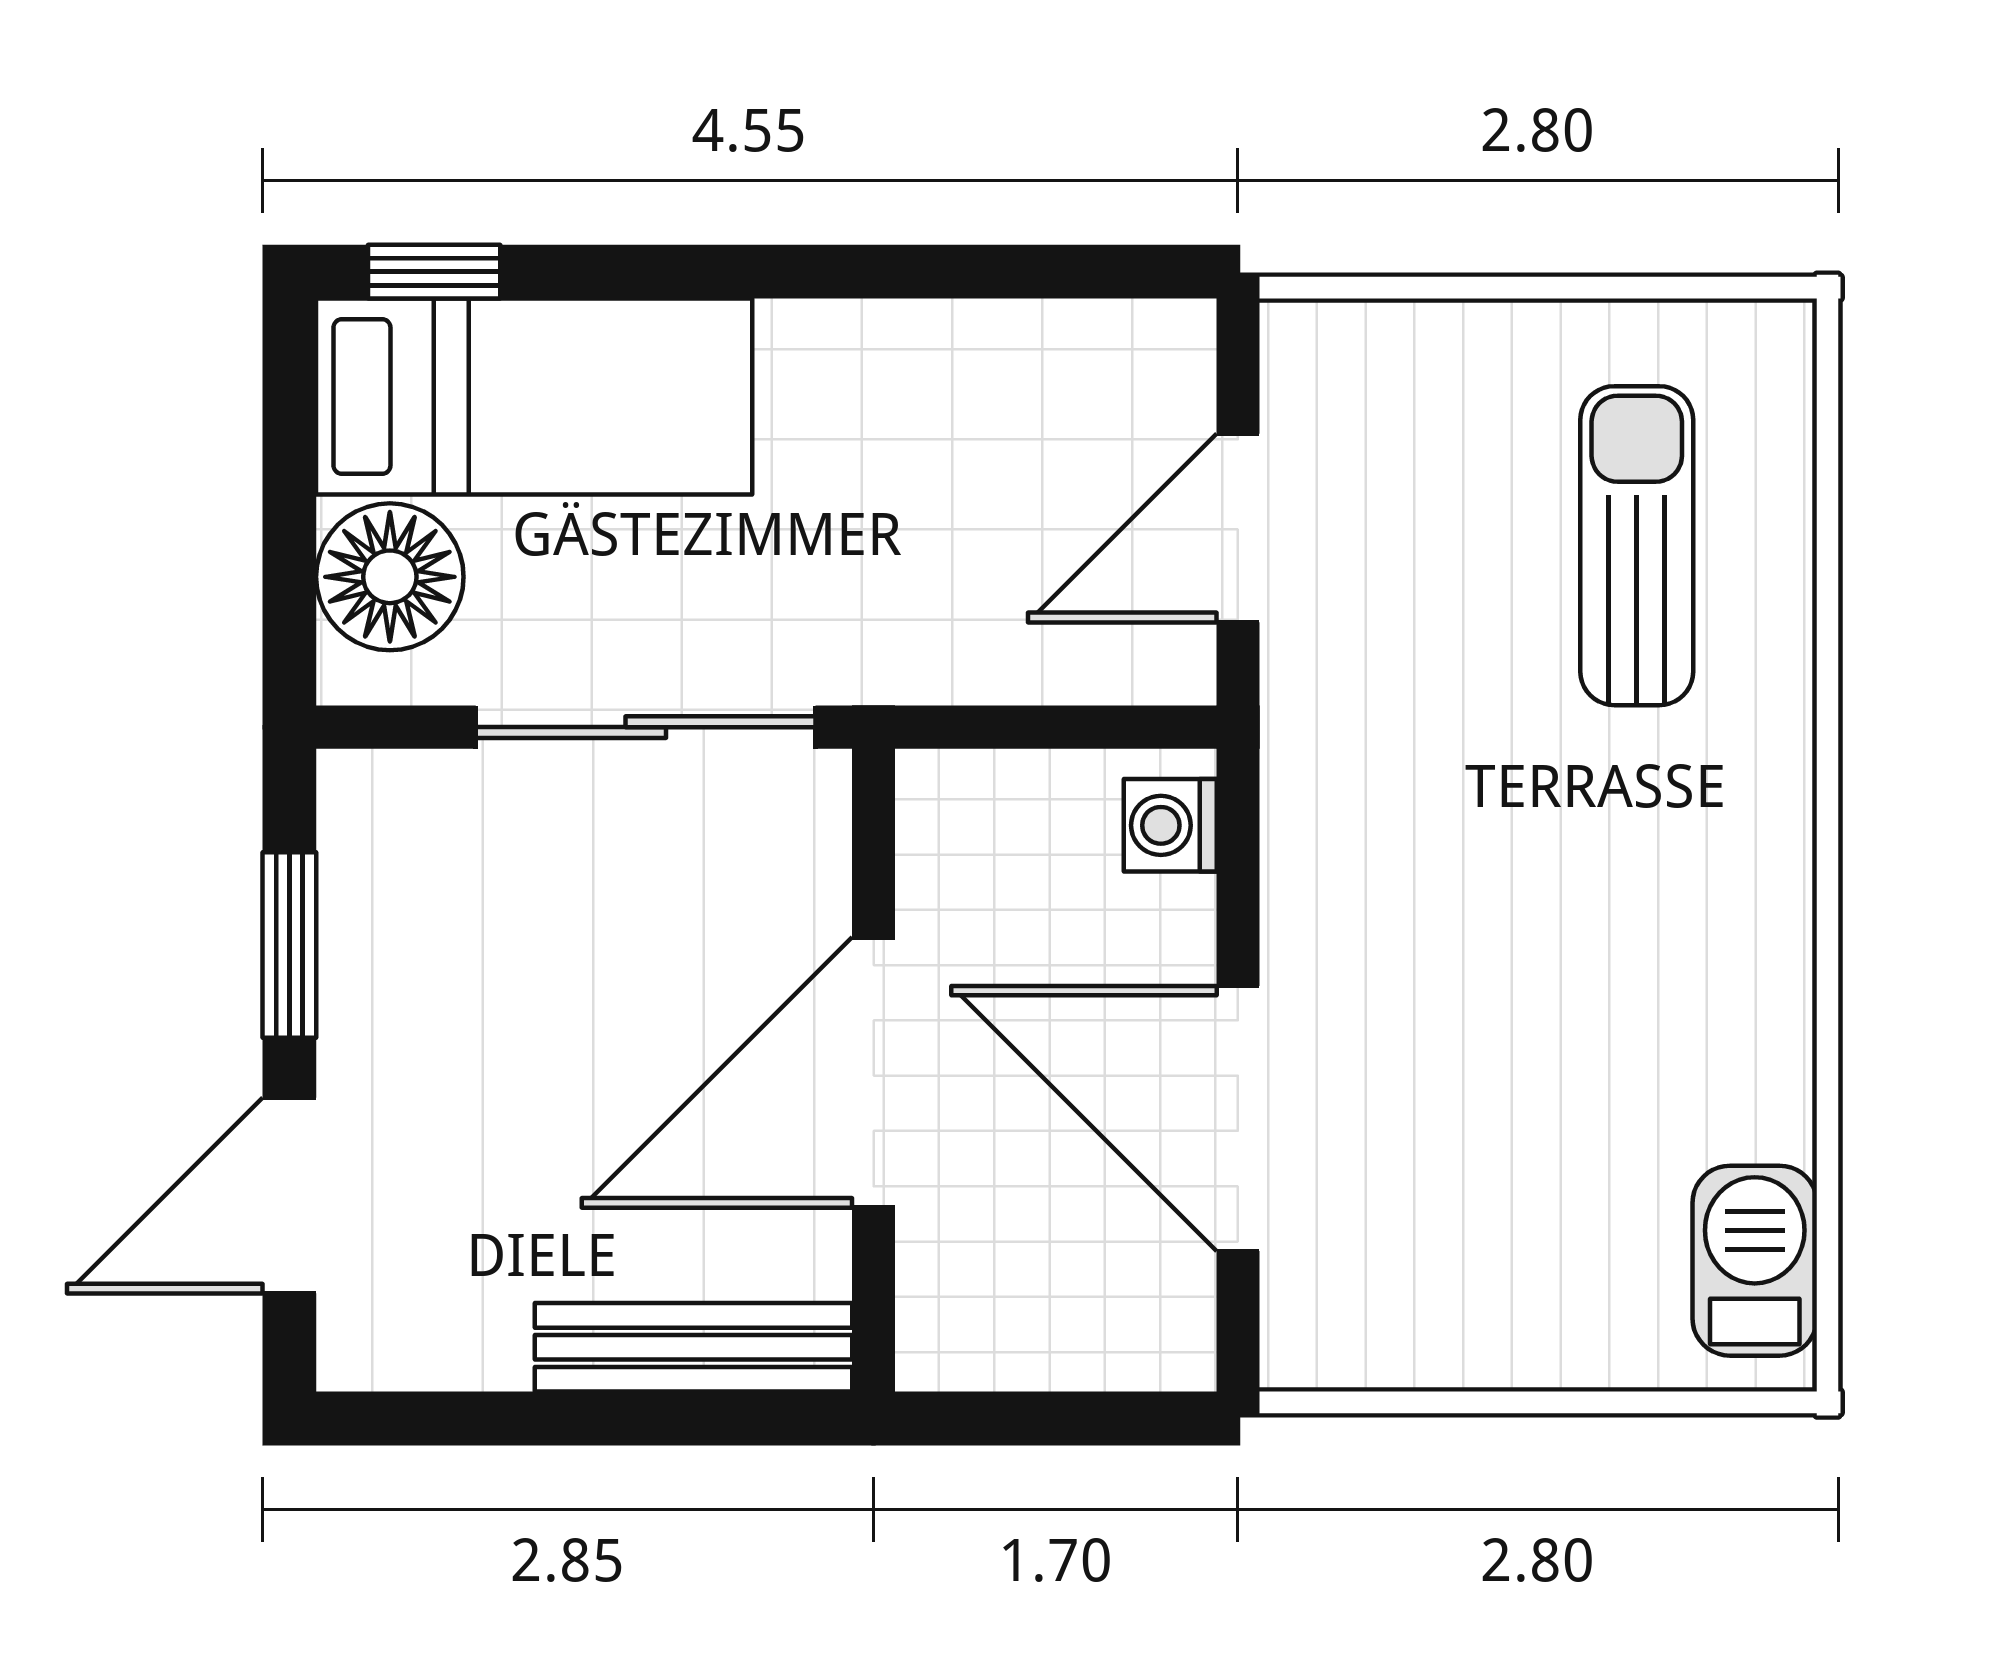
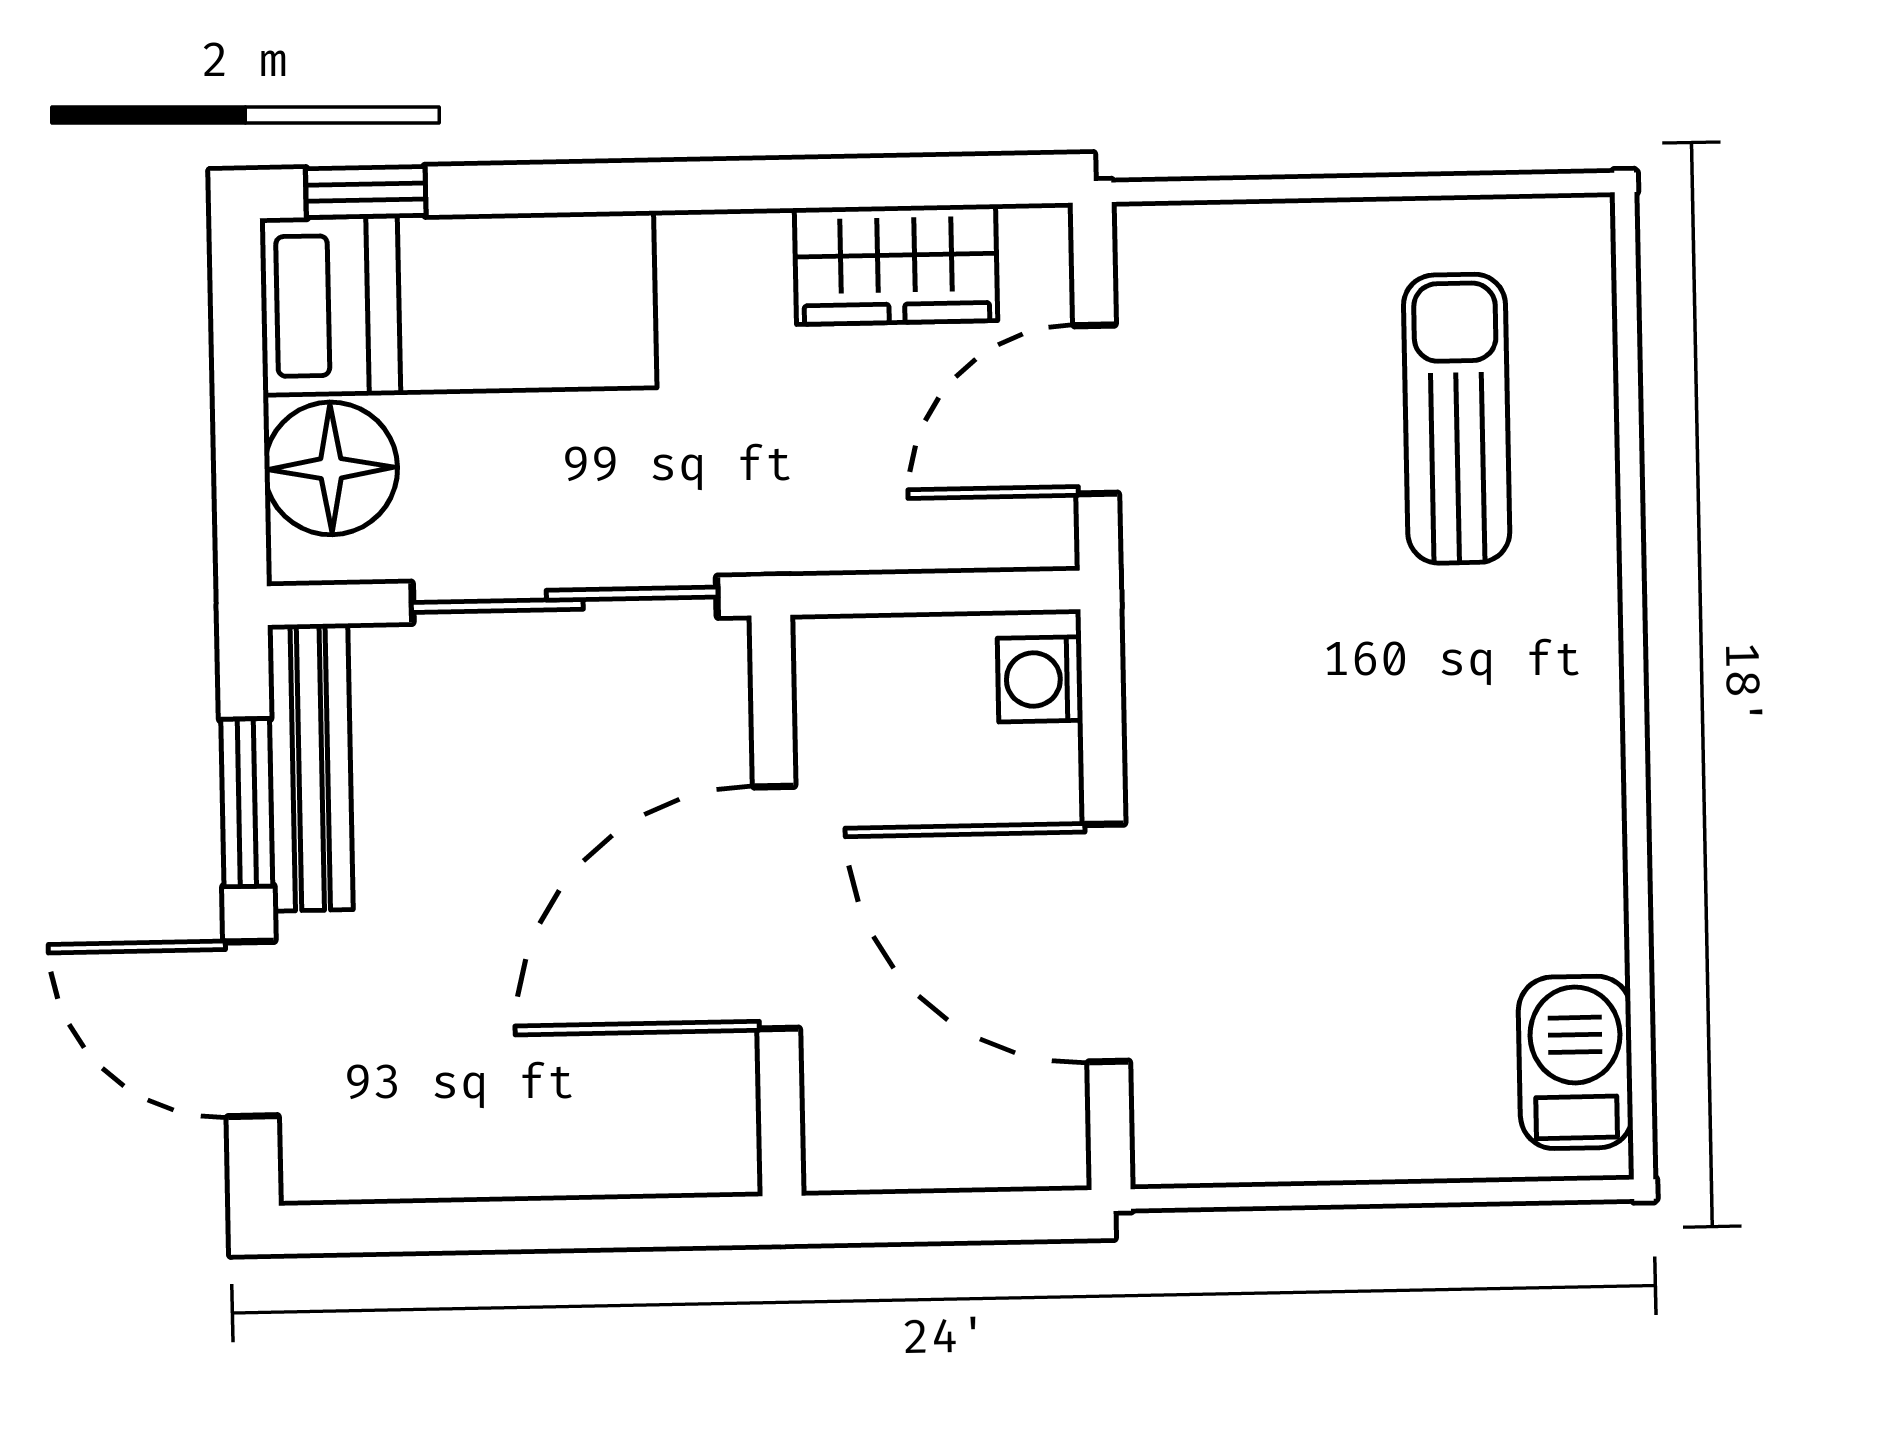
wardrobe: (1020, 363) -> (896, 264), added
door: (289, 1195) -> (251, 1029), hinge flipped
bench: (694, 1347) -> (310, 767), moved, turned 90

